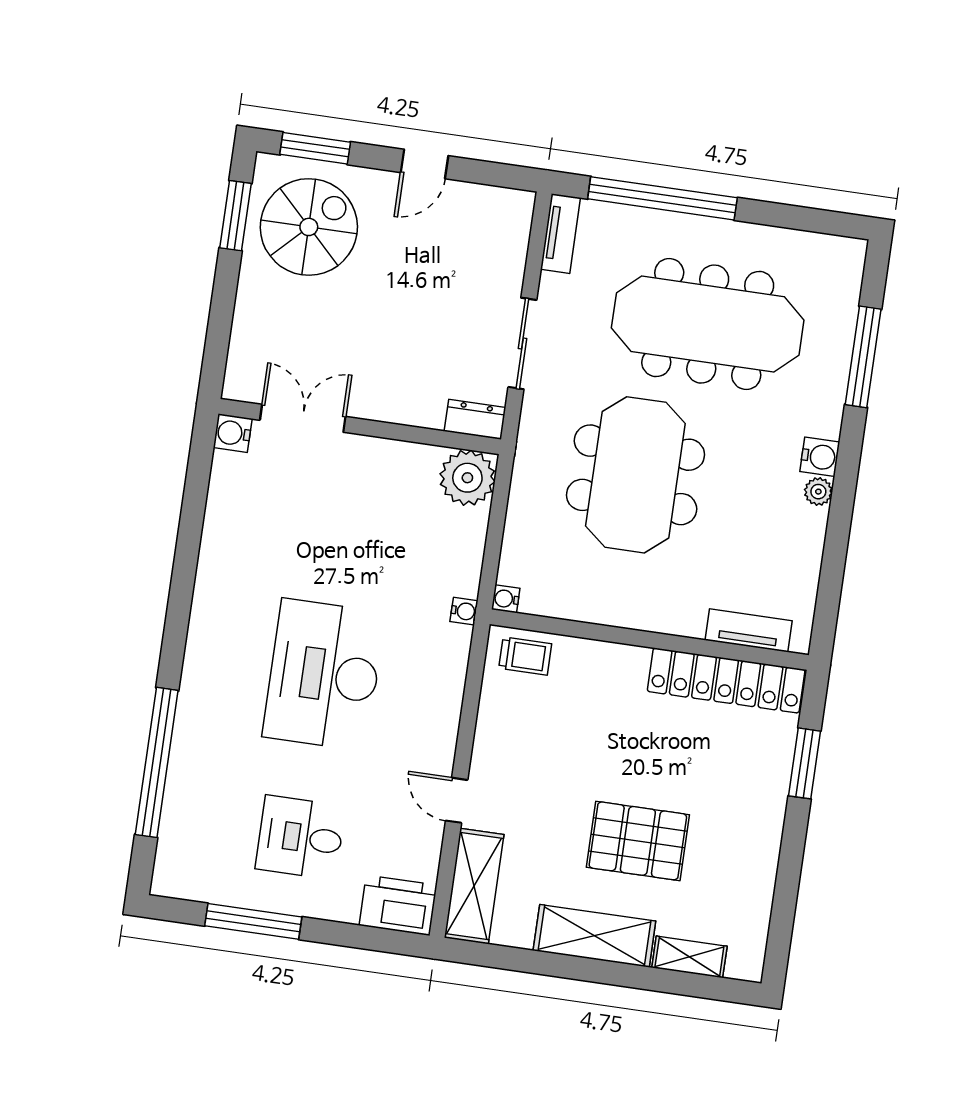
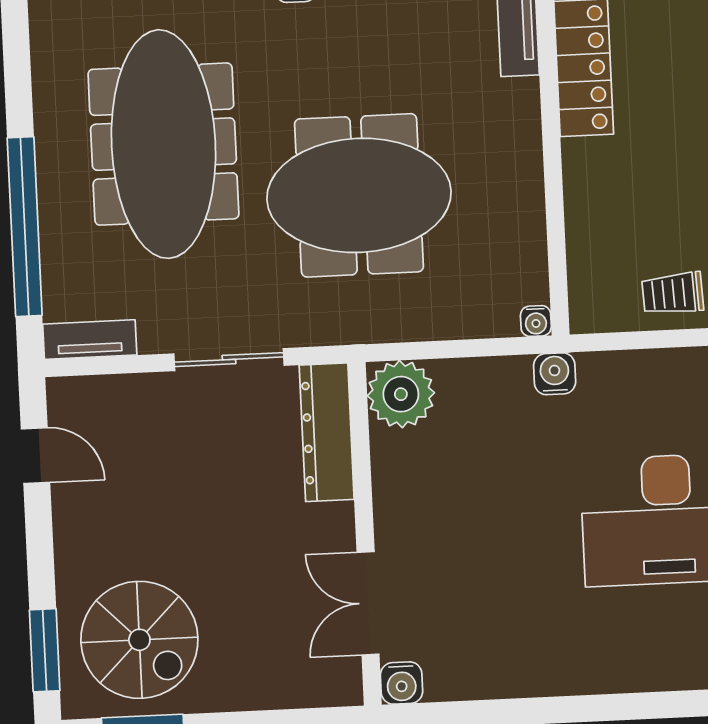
door: (424, 164) -> (35, 456), moved
spiral stairs: (309, 227) -> (139, 640), turned 180
dresser: (475, 419) -> (327, 432), width x1.96, depth x1.24
water cooler: (464, 611) -> (555, 374), width x1.38, depth x1.38
trolley: (525, 656) -> (673, 294), moved, turned -93

